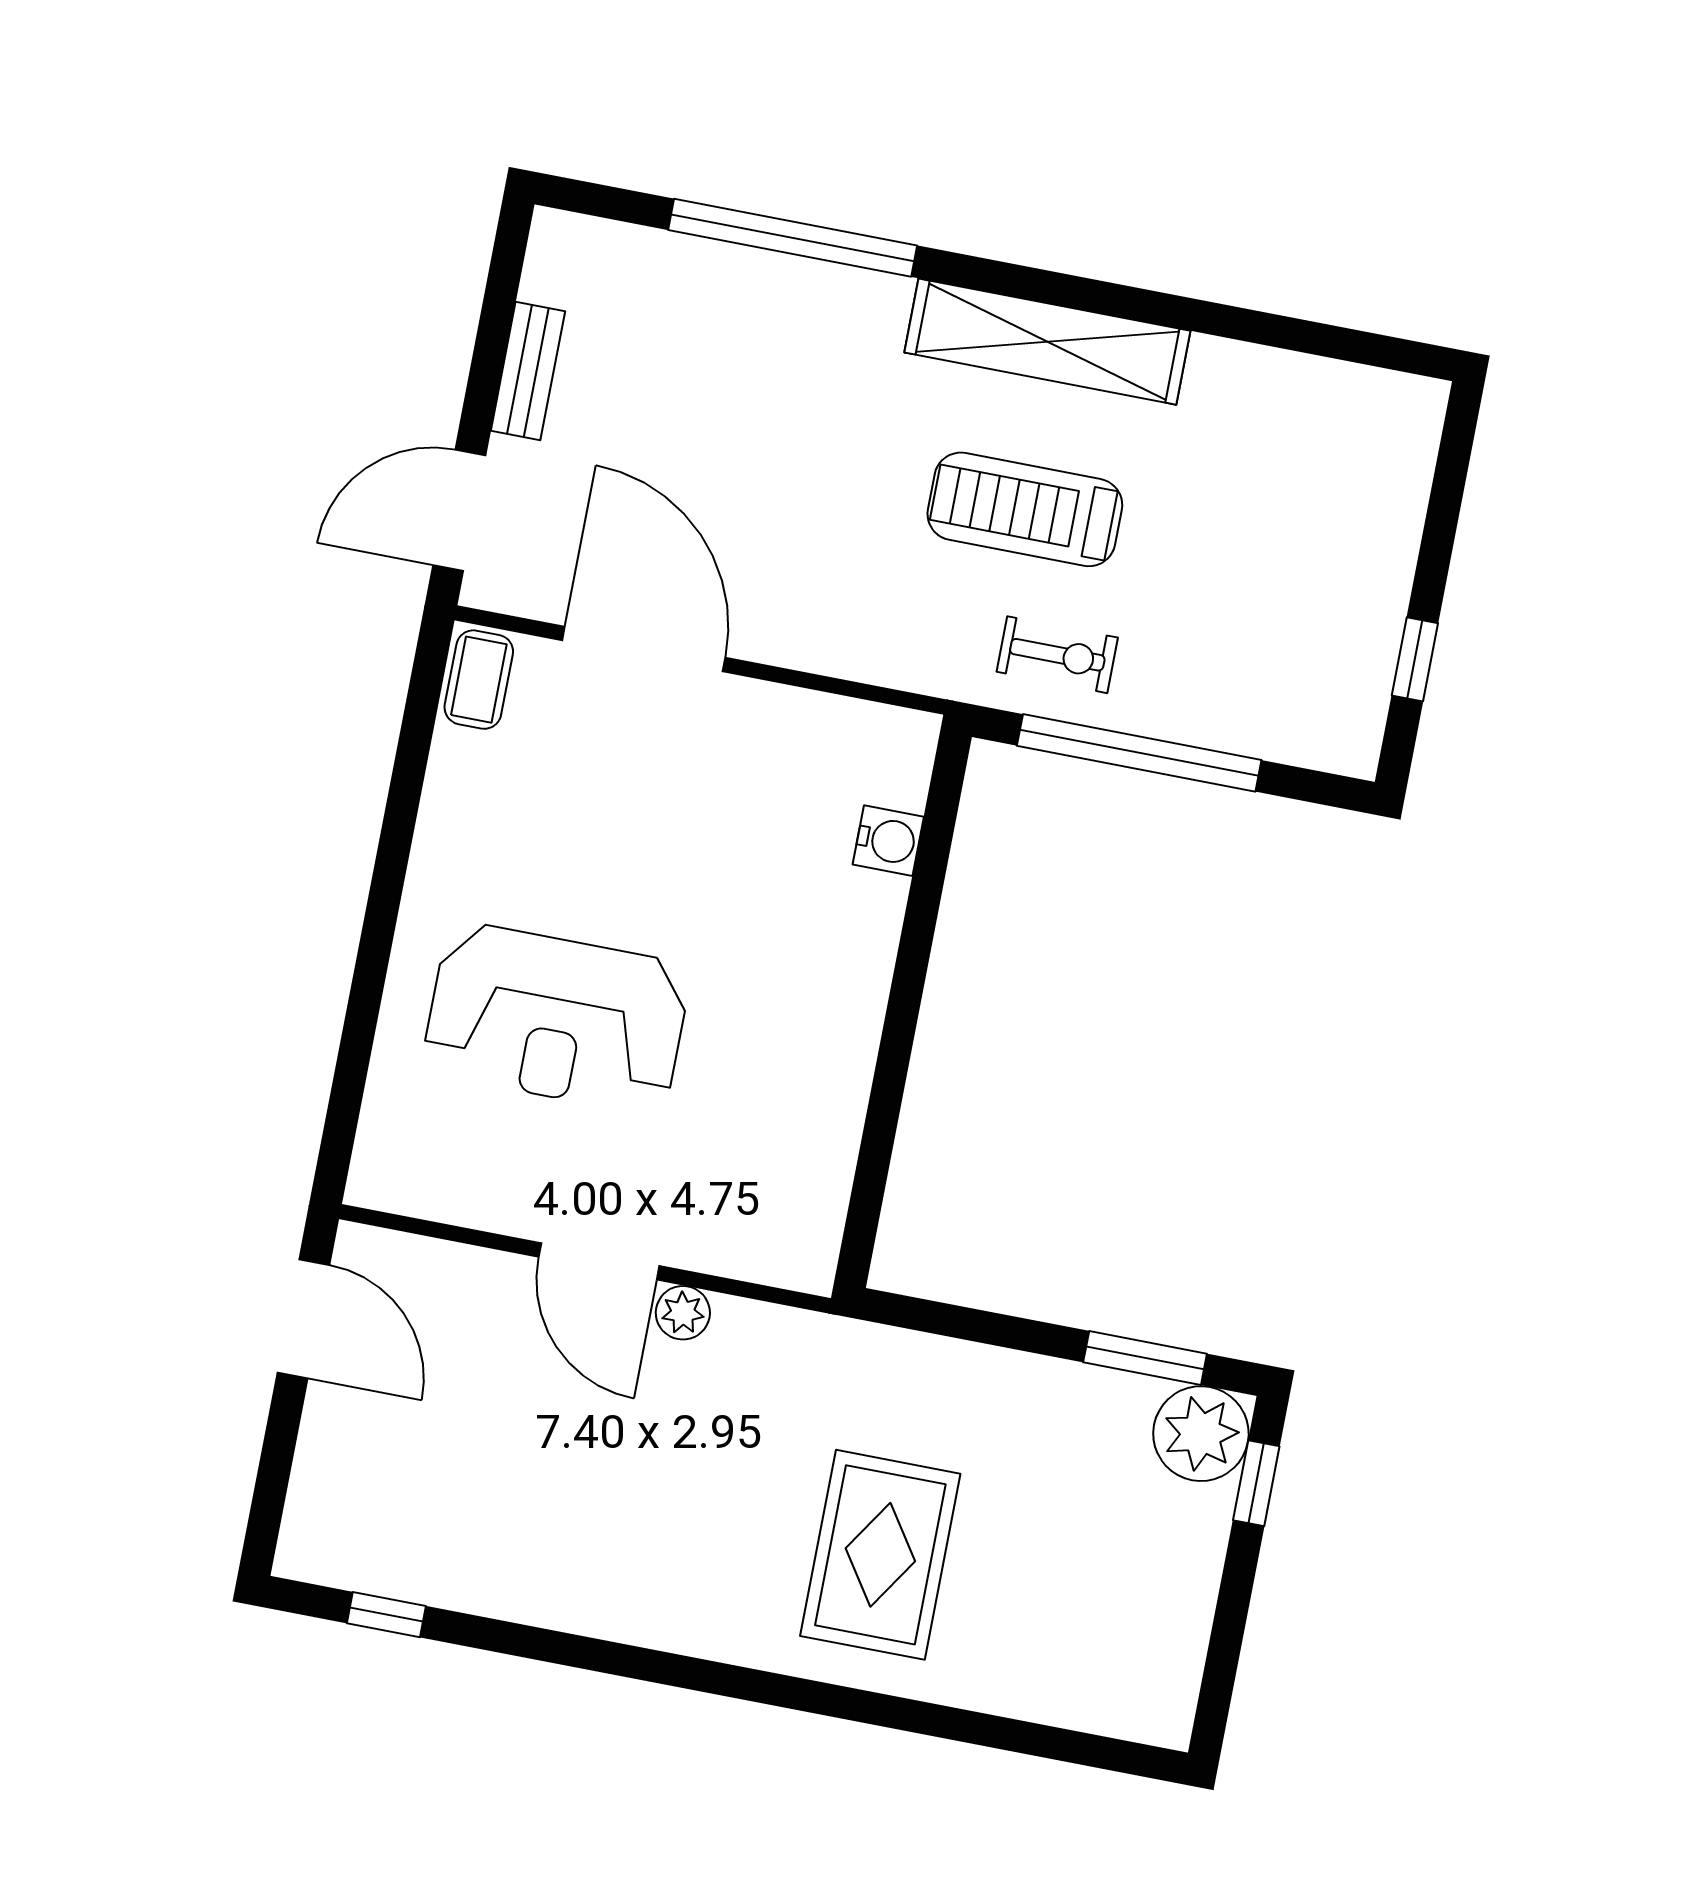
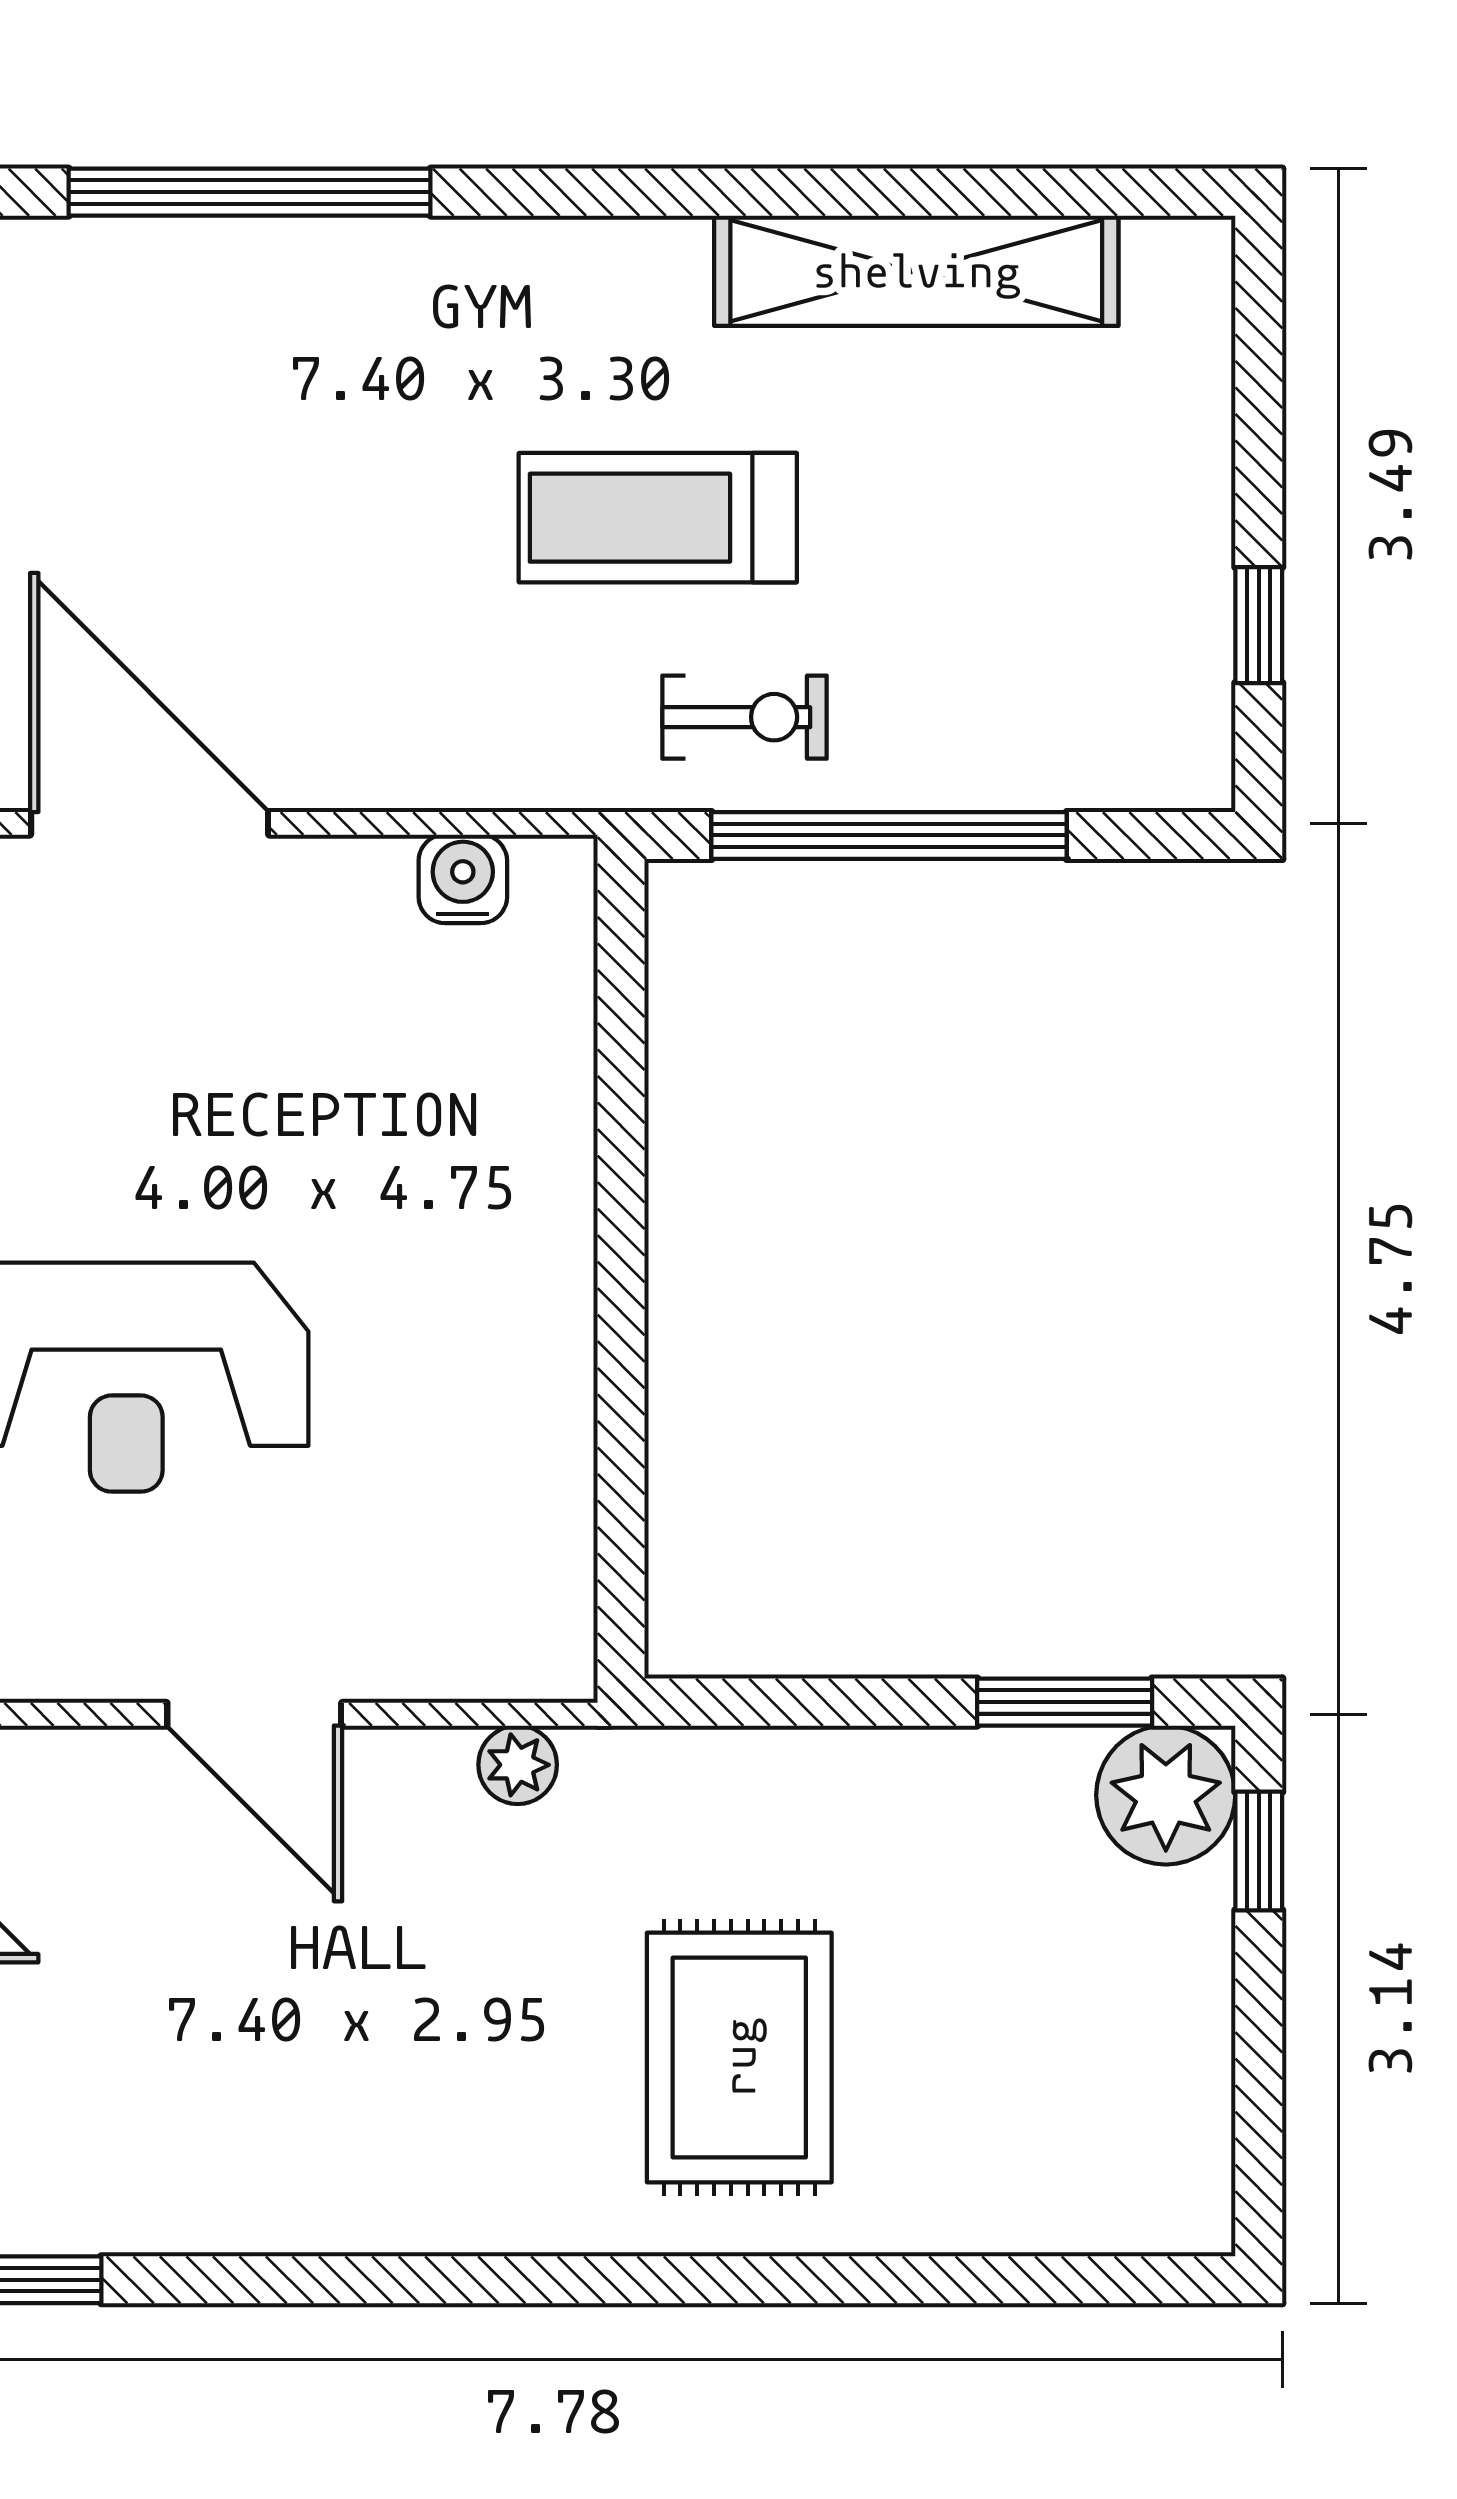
shelving: (1047, 342) -> (916, 271), moved
water cooler: (888, 841) -> (463, 879), moved, turned -90
plant: (683, 1313) -> (518, 1765), moved

